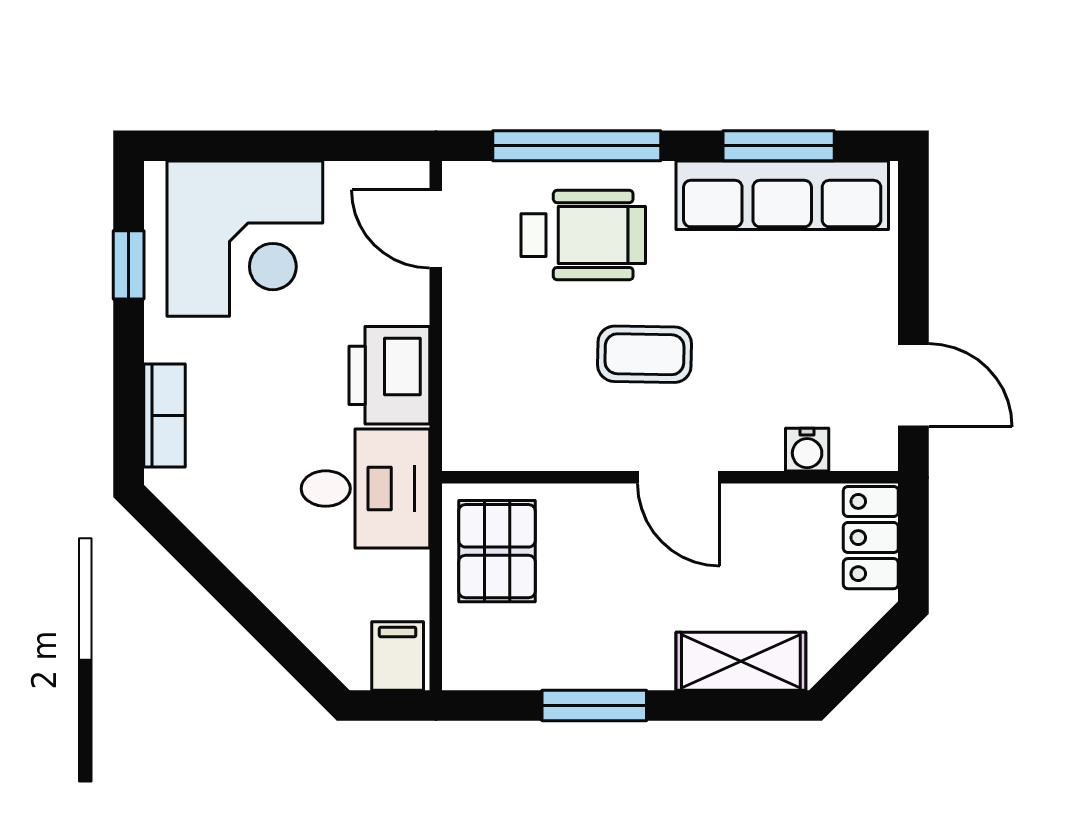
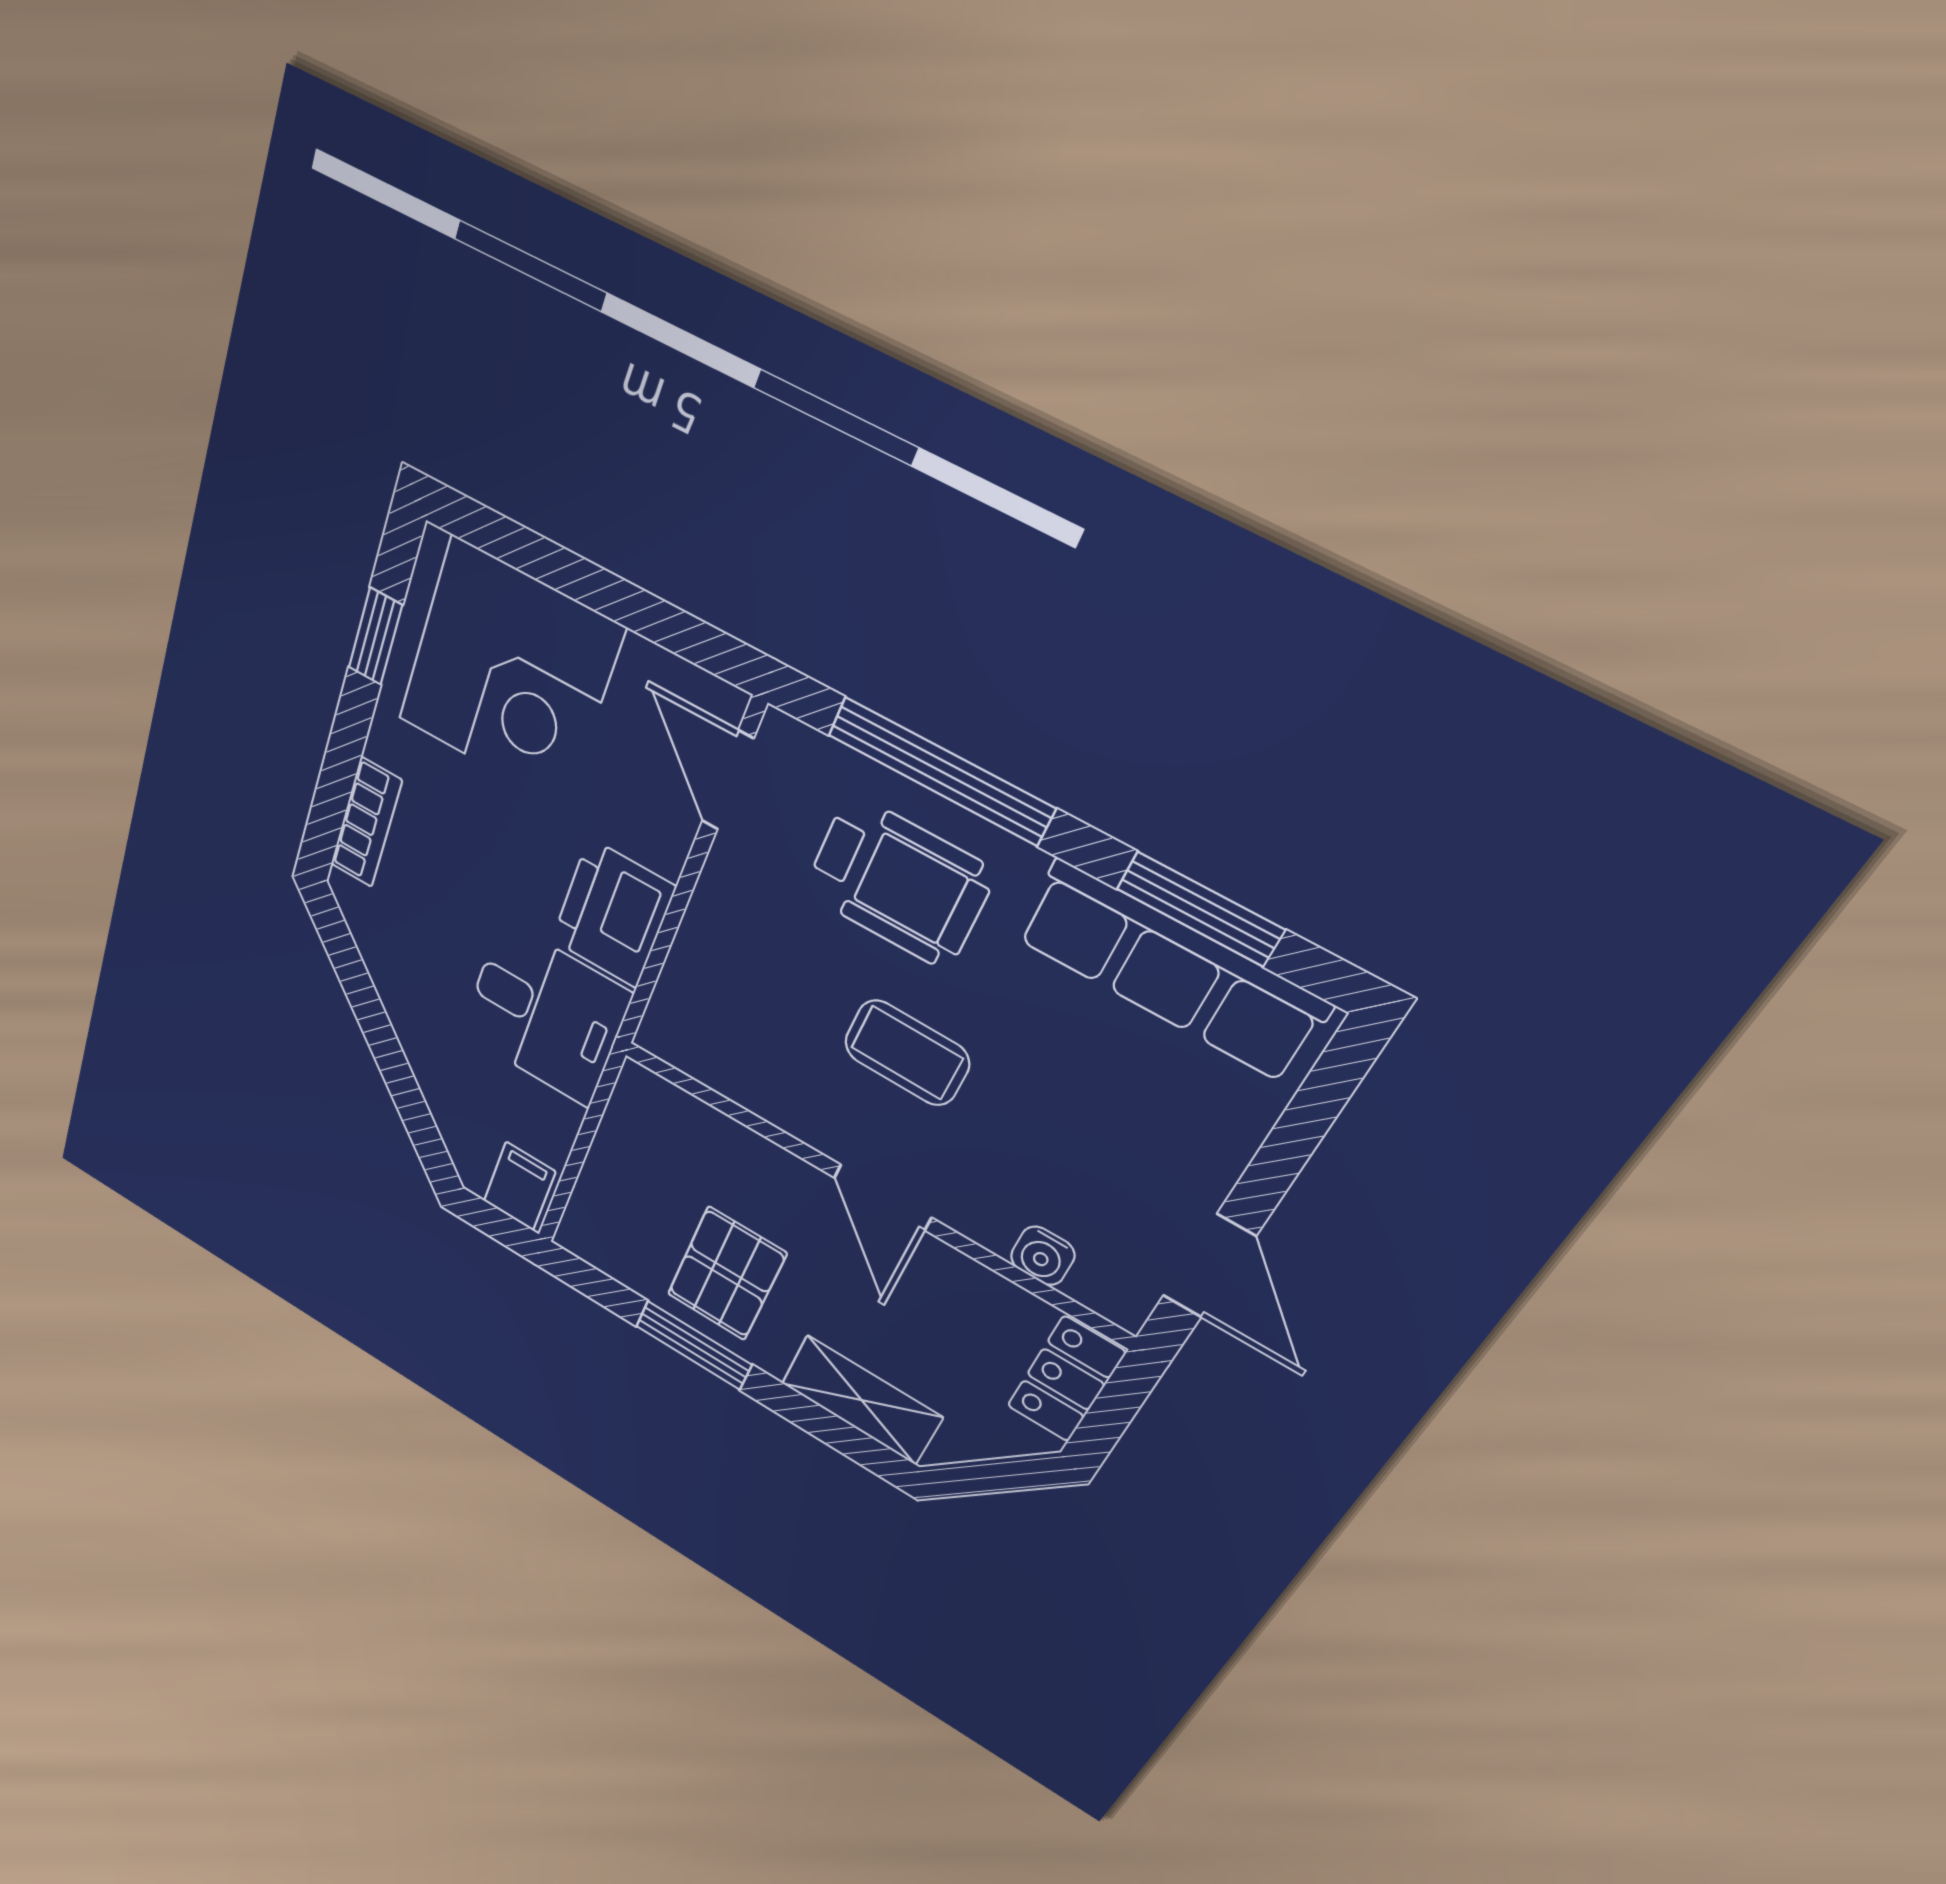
pallet: (497, 551) -> (727, 1274), moved

